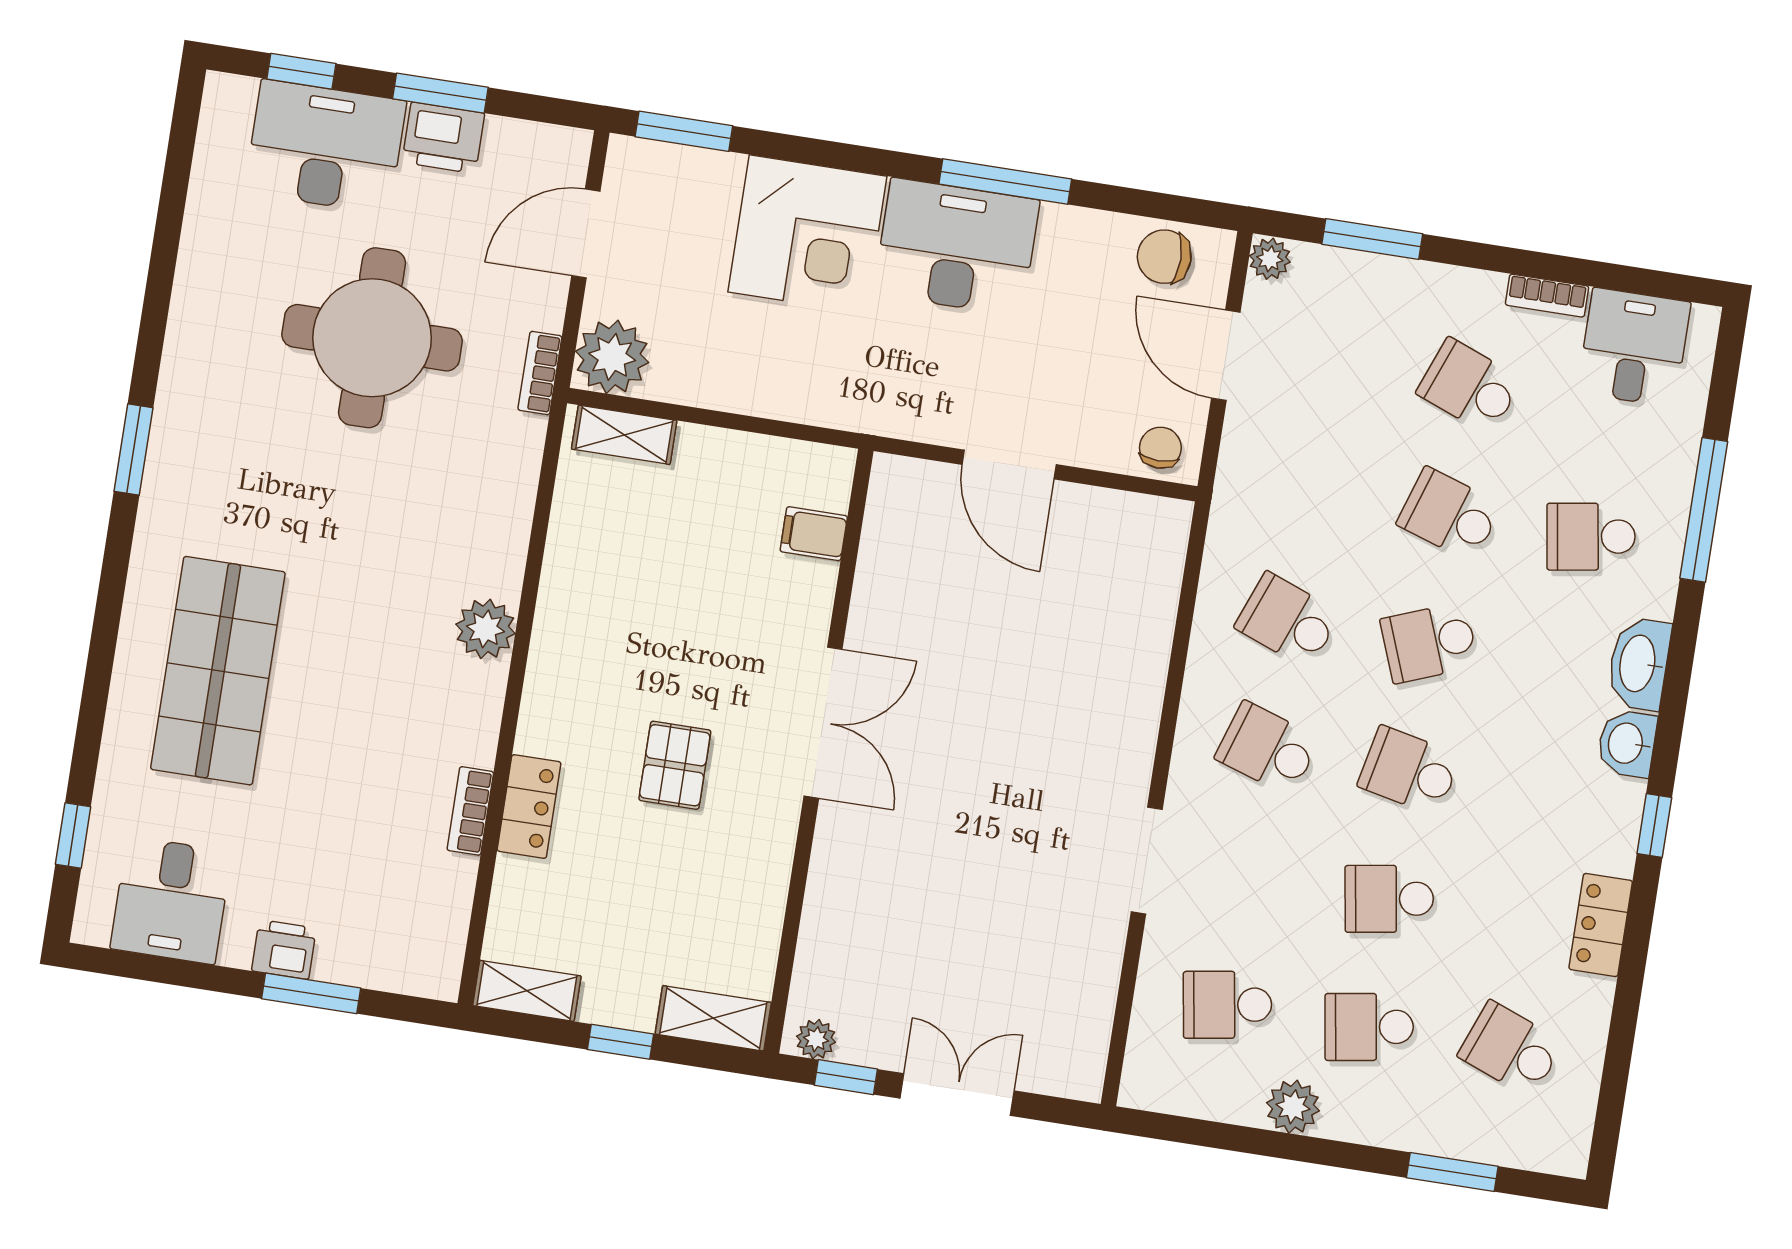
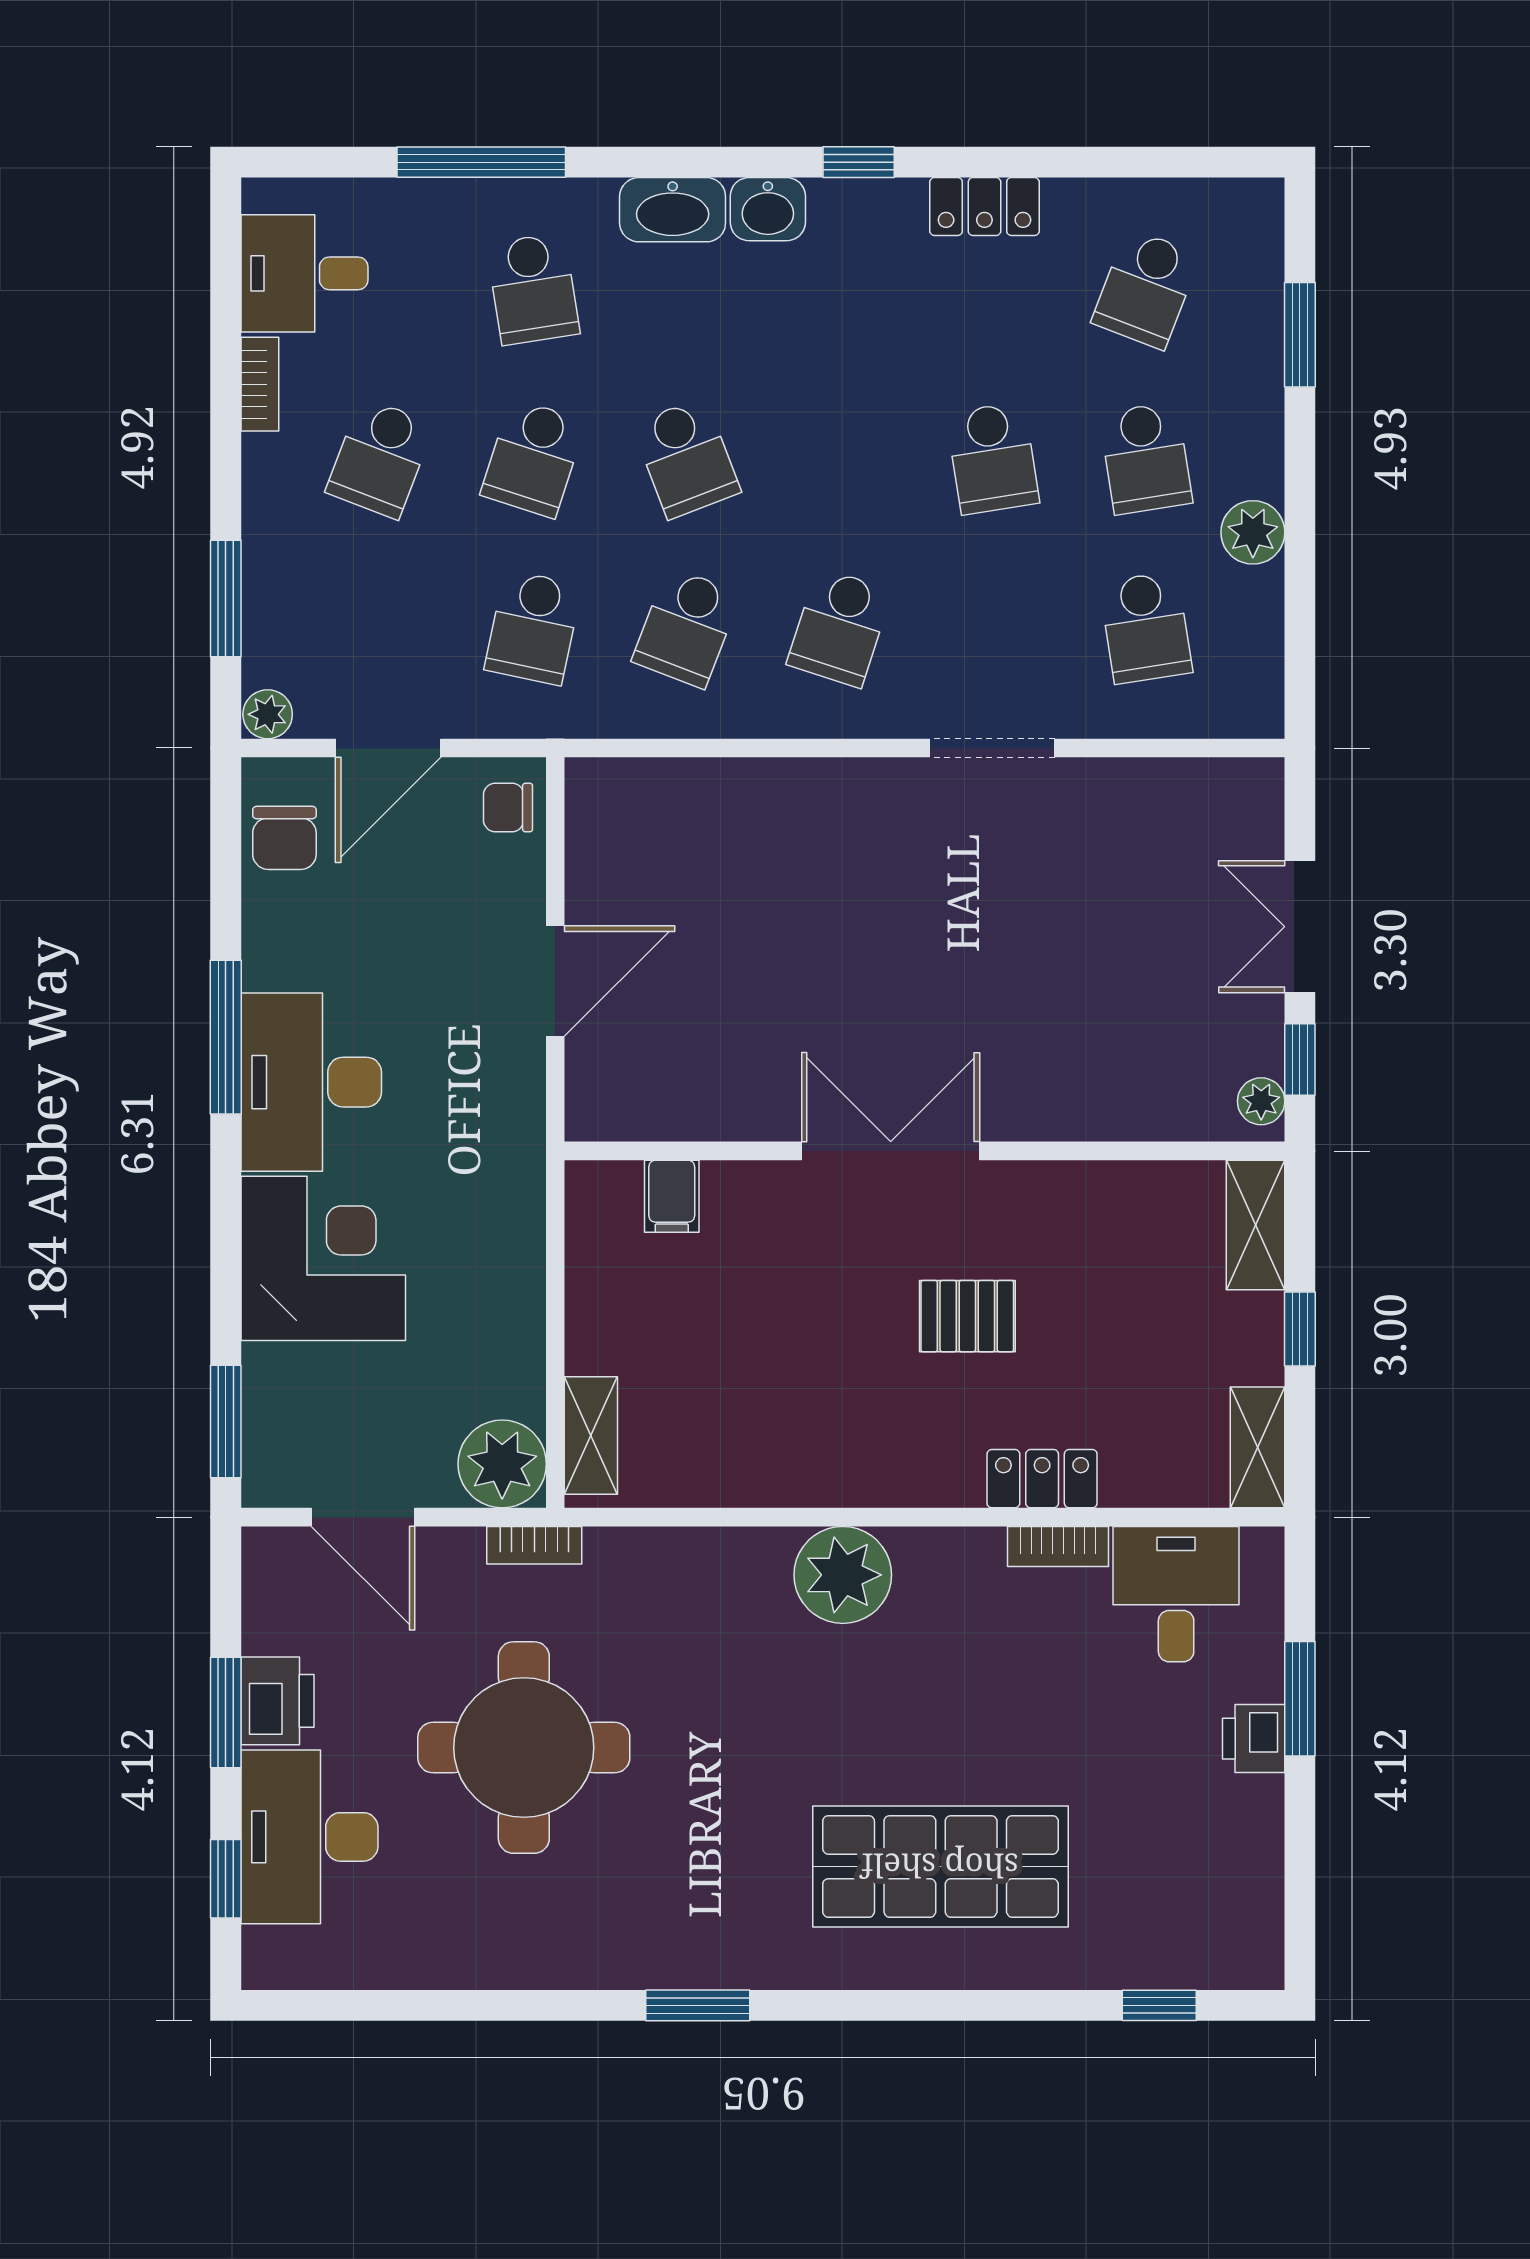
plant: (486, 629) -> (843, 1575), width x1.36, depth x1.36
school desk: (1409, 771) -> (533, 627), moved
desk: (171, 900) -> (1176, 1594), moved, turned -90

